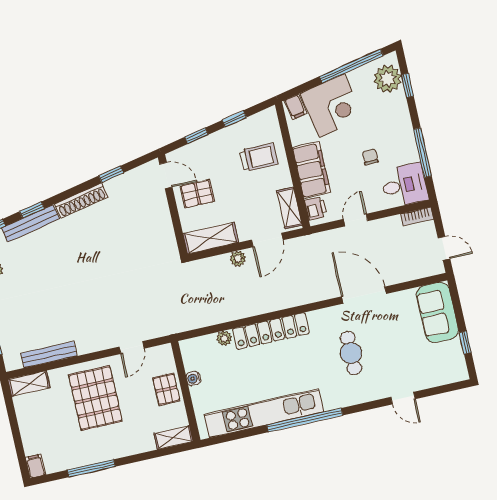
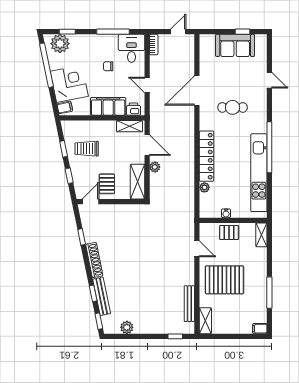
trolley: (259, 157) -> (87, 149), moved, turned -90
sofa: (437, 312) -> (235, 45), moved
door: (403, 398) -> (269, 80), hinge flipped

